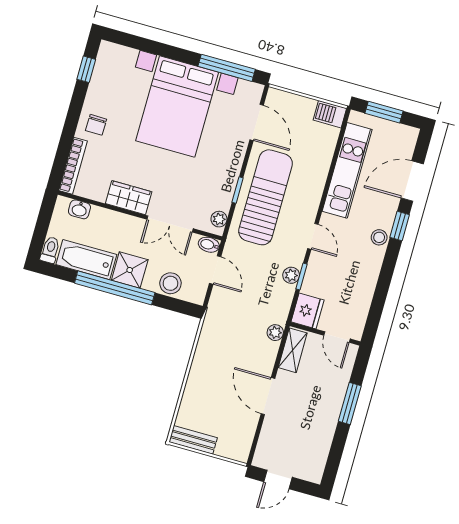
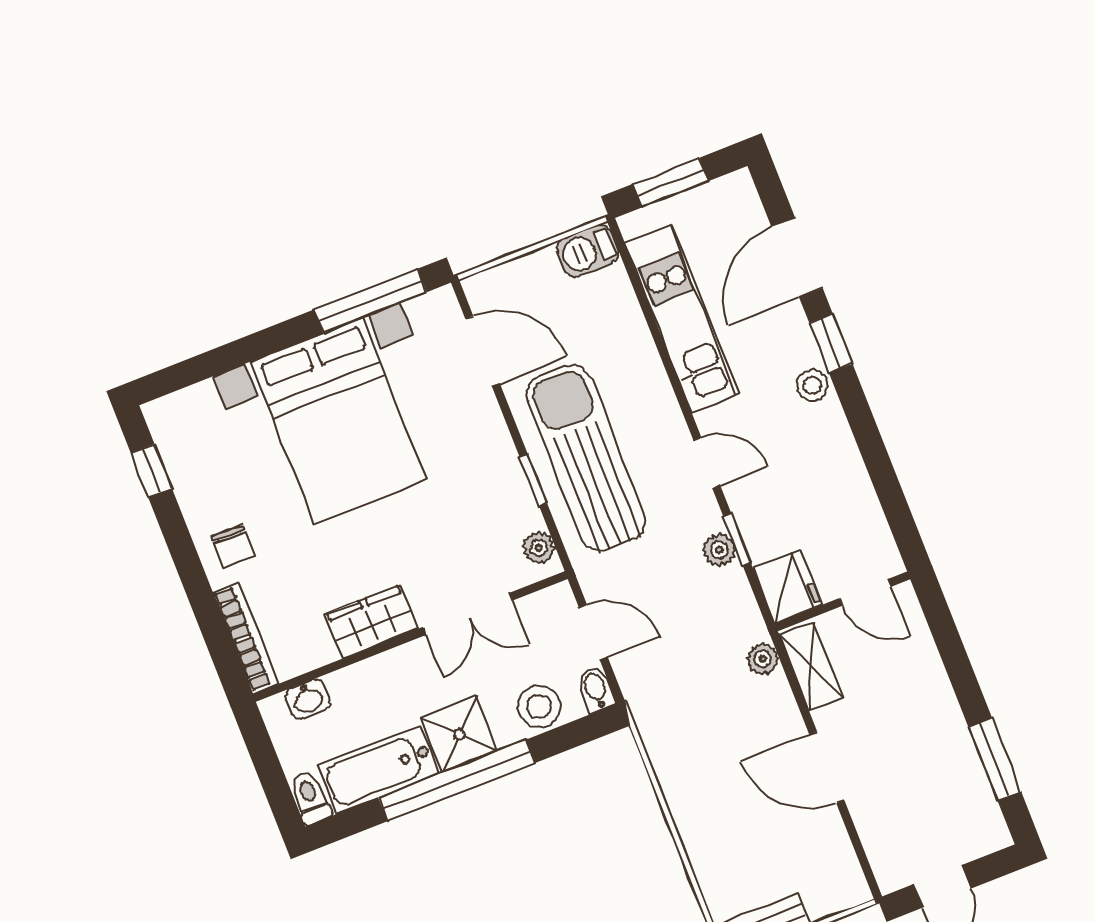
bidet: (209, 245) -> (596, 689), moved, turned 90
window: (350, 403) -> (995, 759), moved

